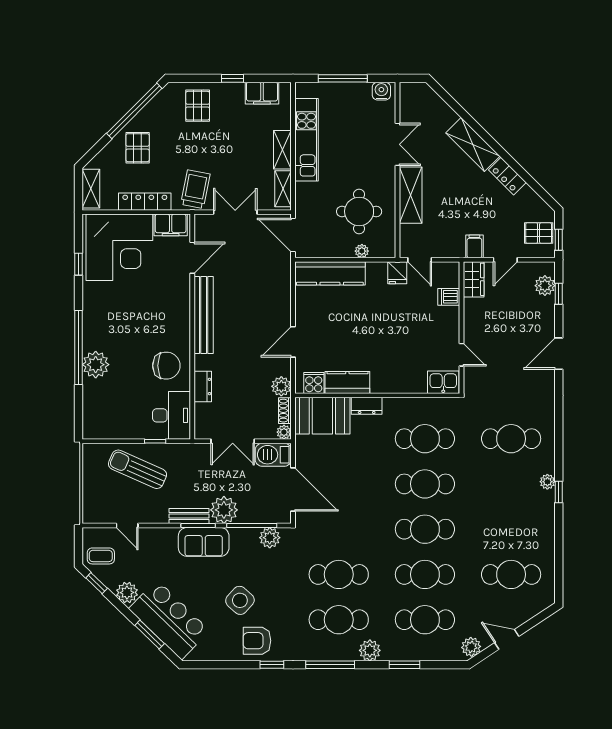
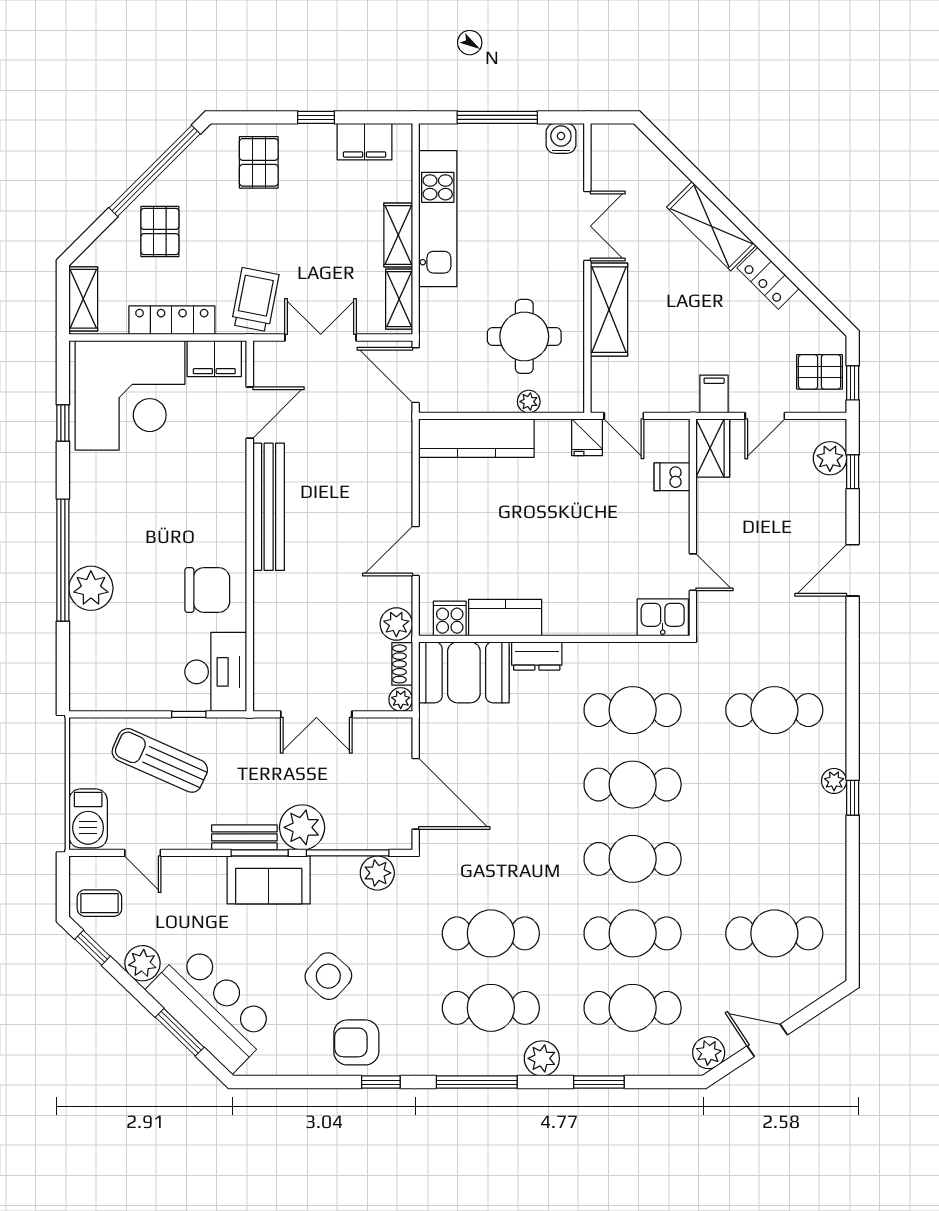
dresser: (203, 386) -> (267, 624), removed
barbecue: (273, 455) -> (88, 818), moved, turned -90

